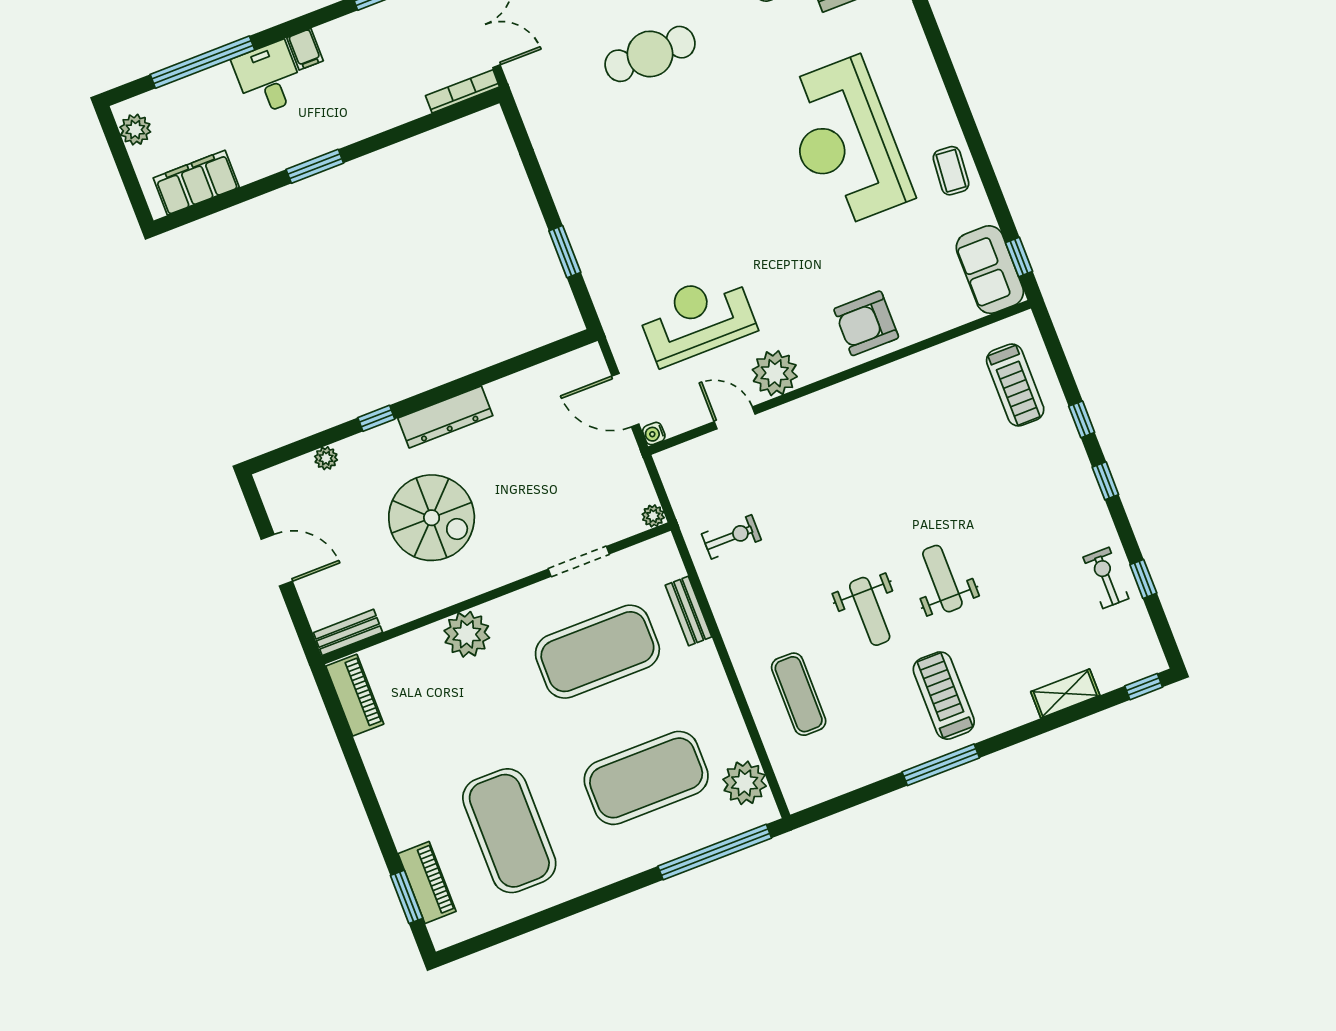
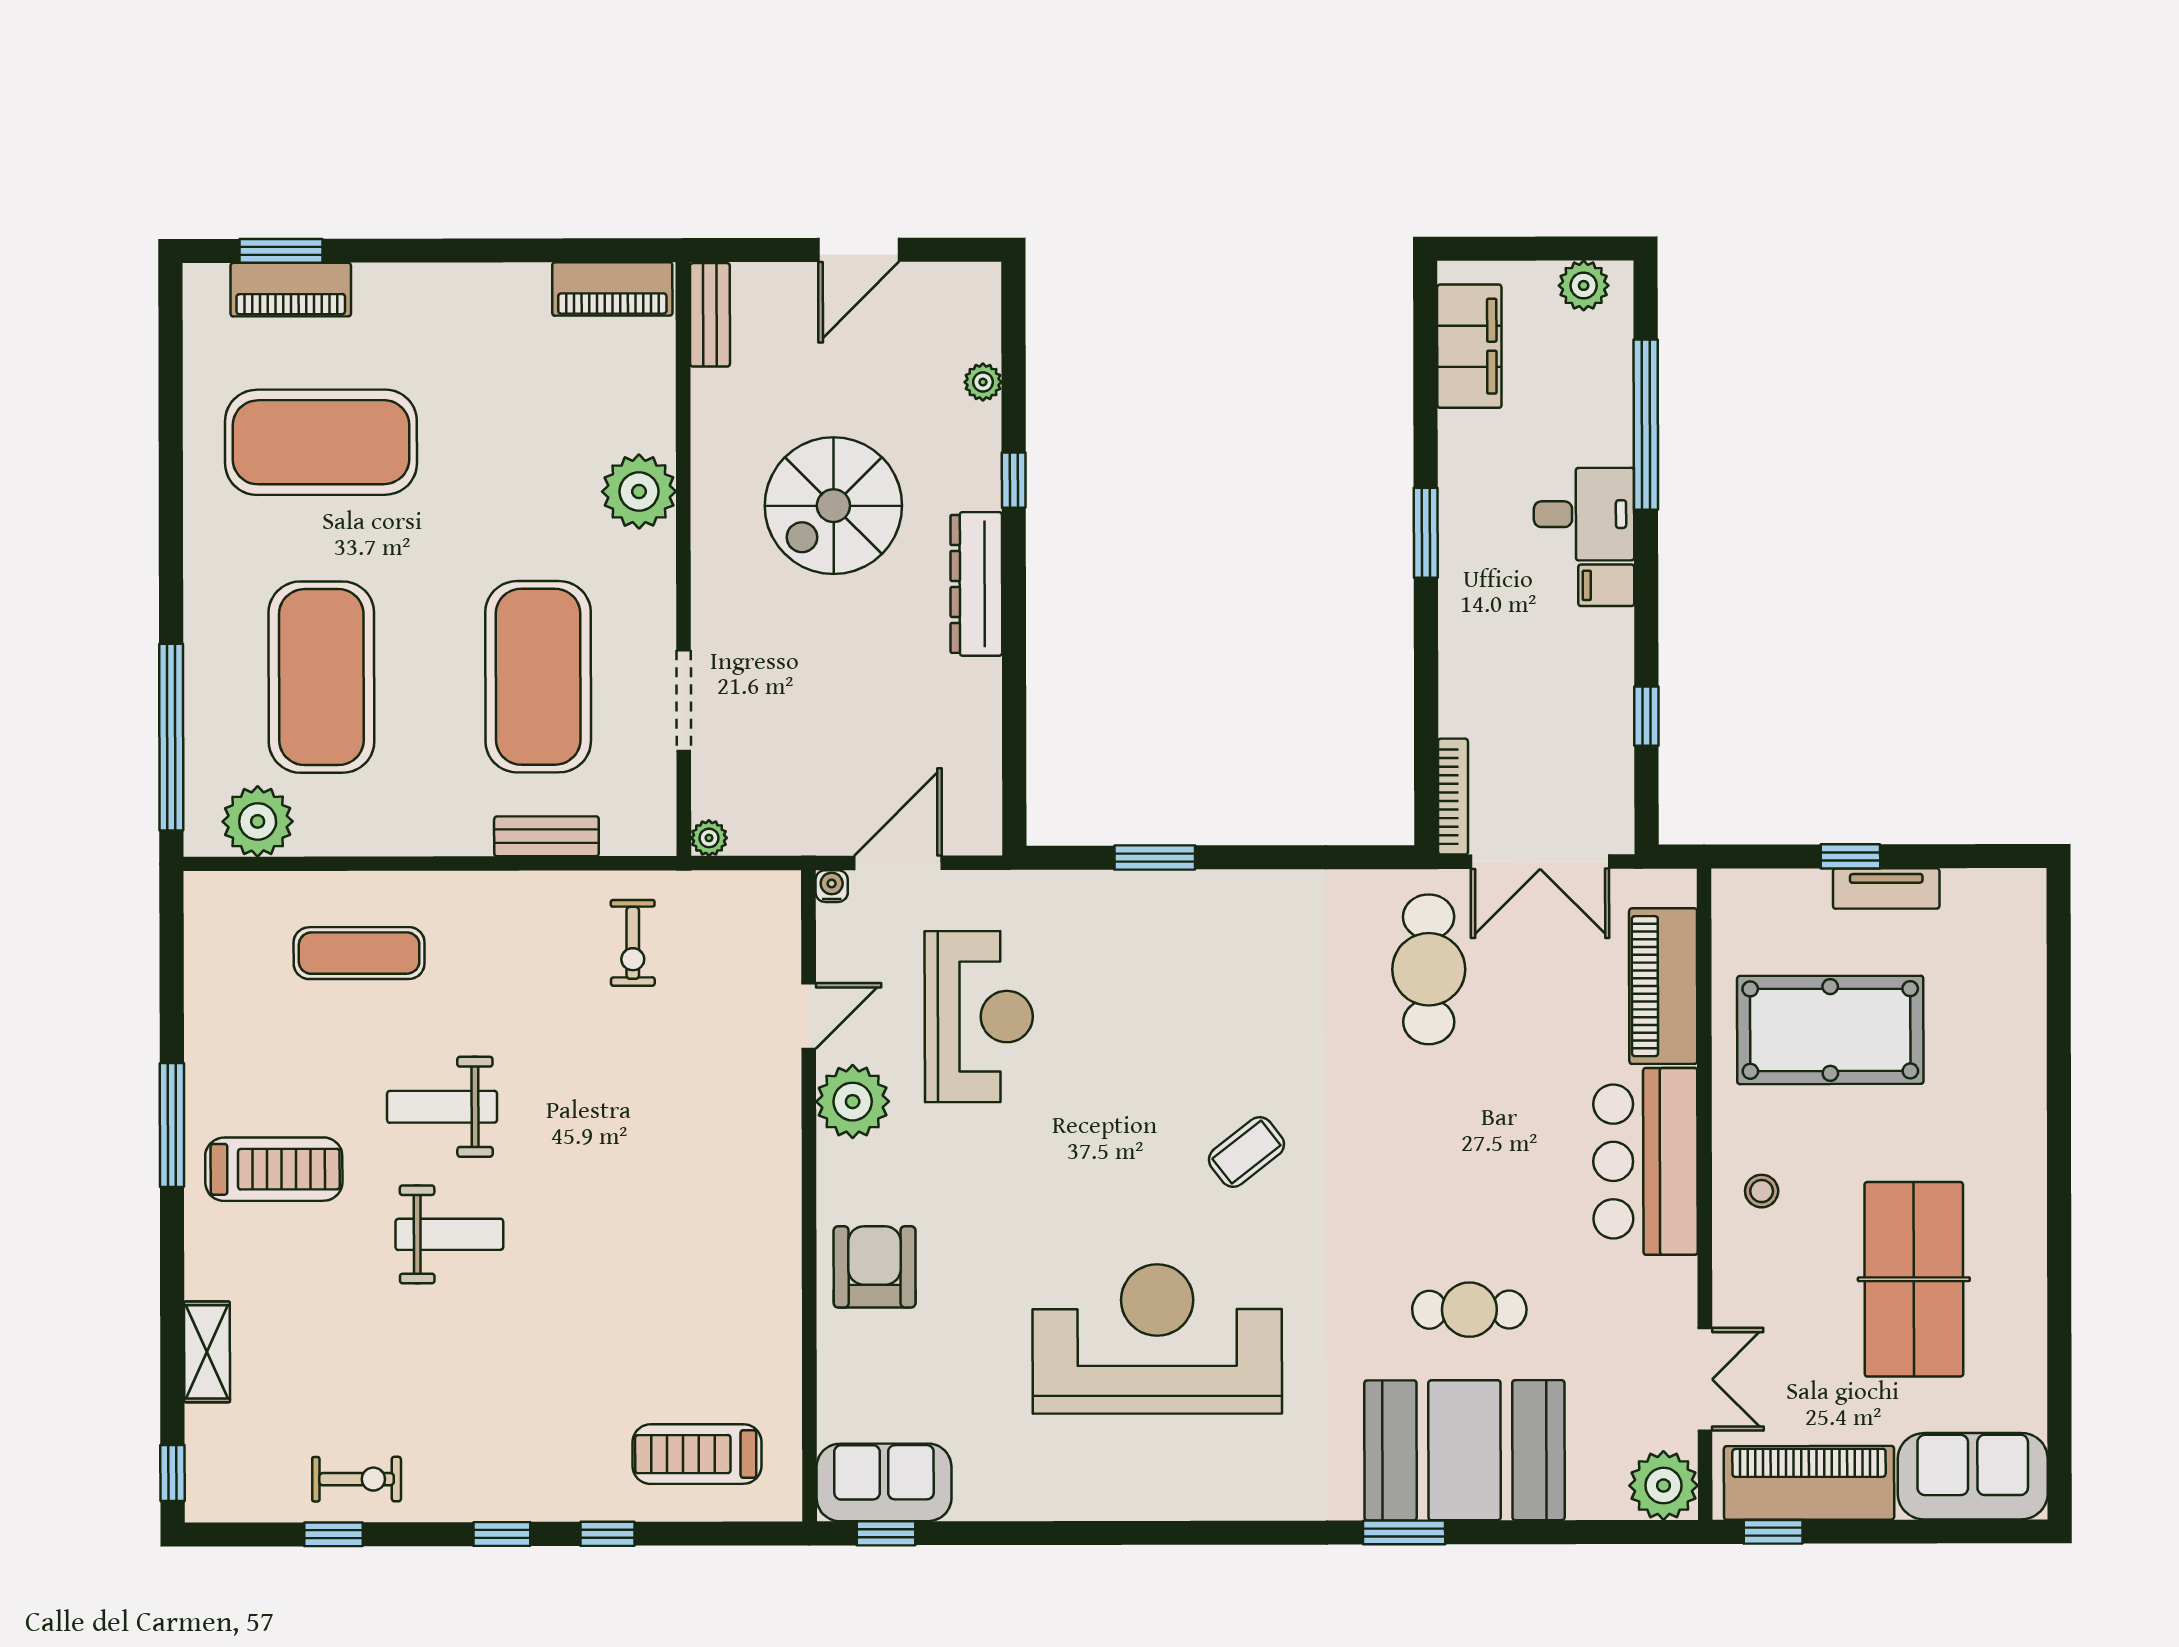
cafe table: (650, 54) -> (1429, 969), moved
coffee table: (951, 171) -> (1246, 1152), moved, turned -43

